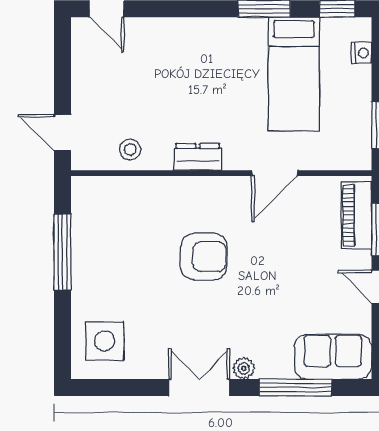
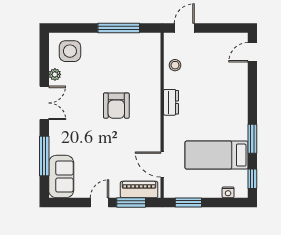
door: (275, 173) -> (162, 165), moved
plant: (244, 368) -> (55, 74), moved

